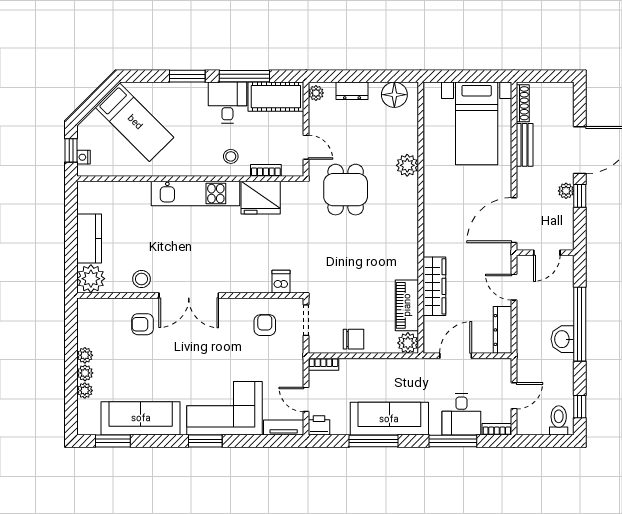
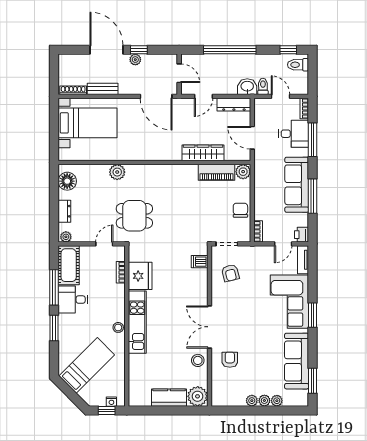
stool: (231, 156) -> (118, 327), moved
double door: (189, 295) -> (209, 327), swing flipped
armchair: (143, 324) -> (230, 360), turned 180
armchair: (265, 325) -> (230, 273), turned -104
washbasin: (563, 339) -> (247, 87), moved, turned 180
toilet: (528, 371) -> (263, 86), added

